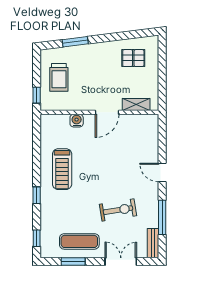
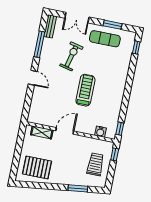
pallet: (133, 58) -> (37, 167), width x1.50, depth x1.42
water cooler: (77, 121) -> (100, 132), moved
treadmill: (62, 169) -> (85, 90), moved
window: (37, 195) -> (120, 129), moved
exercise bike: (118, 210) -> (71, 56), turned 113

